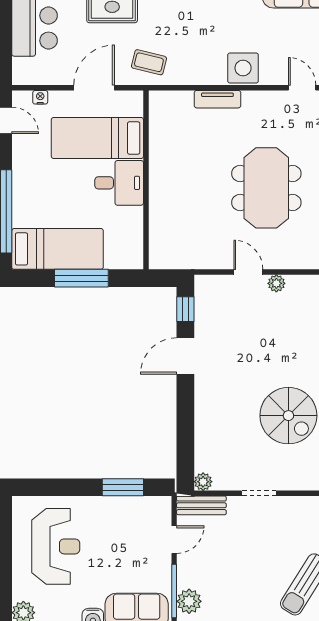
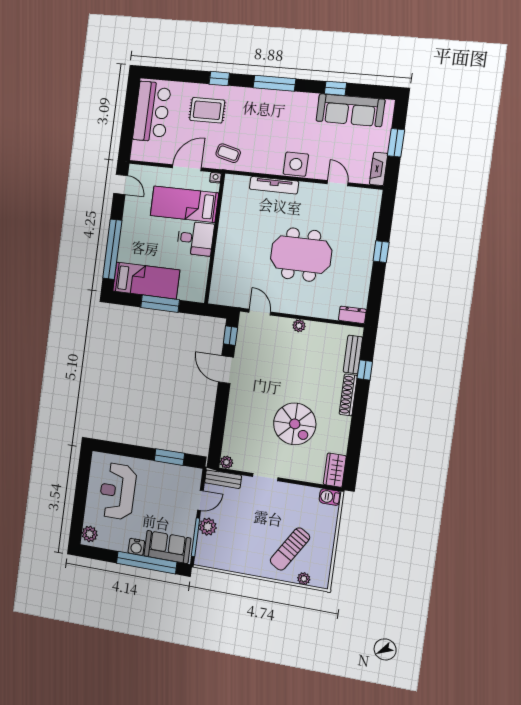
nightstand: (40, 97) -> (215, 178), moved
tv unit: (217, 99) -> (274, 185), width x1.41
meeting table: (266, 188) -> (301, 255), turned 90
door: (248, 272) -> (260, 312), moved
door: (185, 356) -> (226, 370), hinge flipped
reception desk: (56, 546) -> (118, 491), turned 180
plant: (189, 601) -> (208, 527), moved

